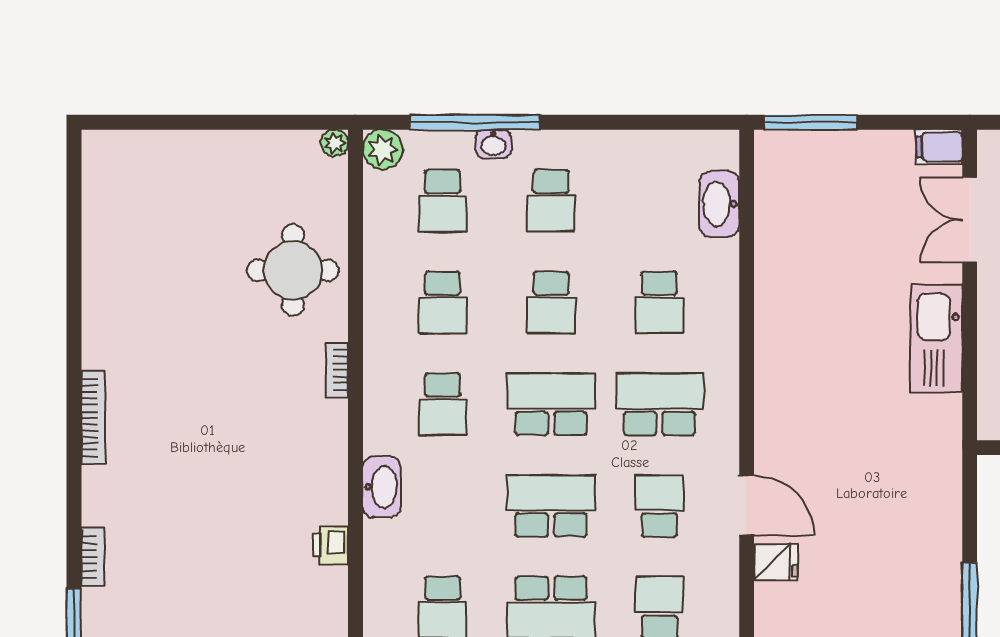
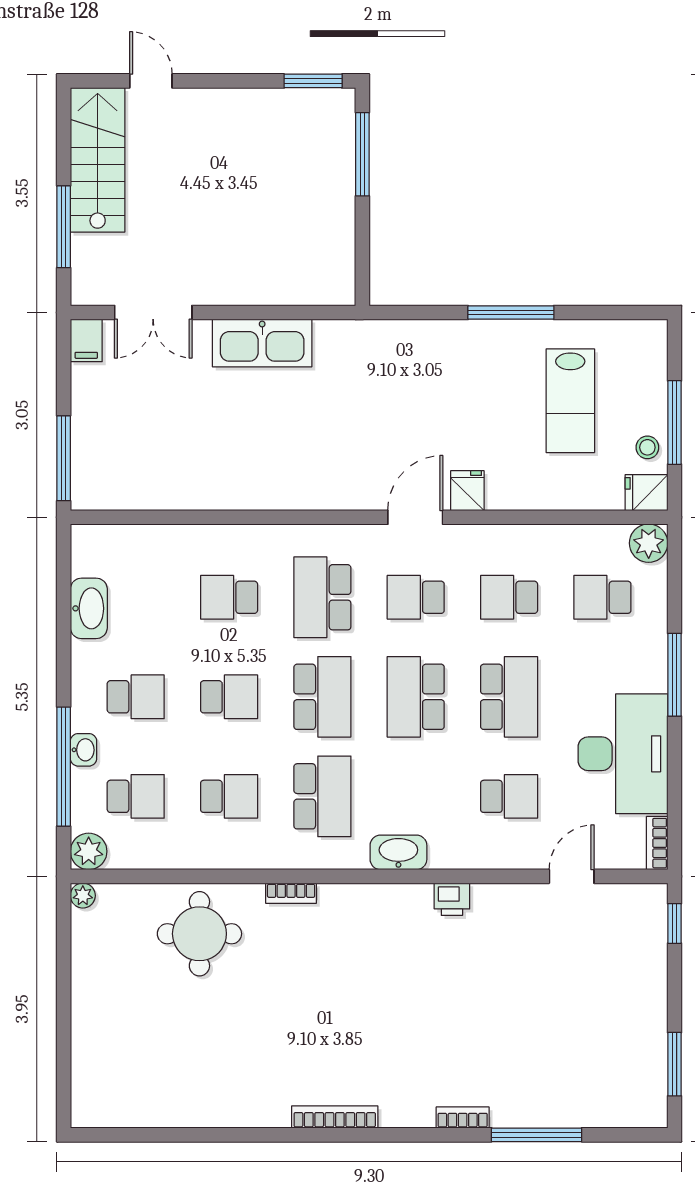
washbasin: (719, 204) -> (89, 608), moved, turned -90
school desk: (659, 302) -> (229, 597), turned 180
school desk: (443, 404) -> (322, 796), width x1.85
school desk: (551, 404) -> (322, 697), turned 180

